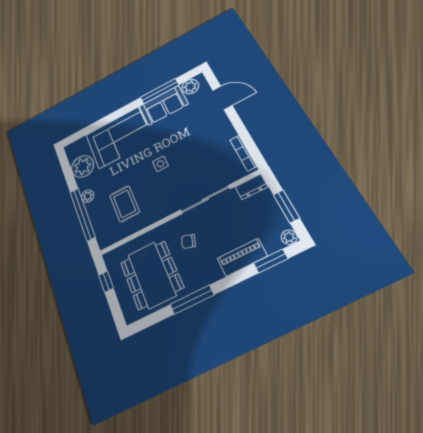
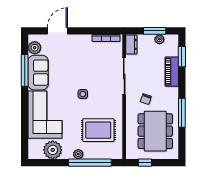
rug: (125, 204) -> (98, 130), width x1.36, depth x1.43
plant: (289, 237) -> (159, 39), moved
dining table: (152, 275) -> (155, 131), turned 90

